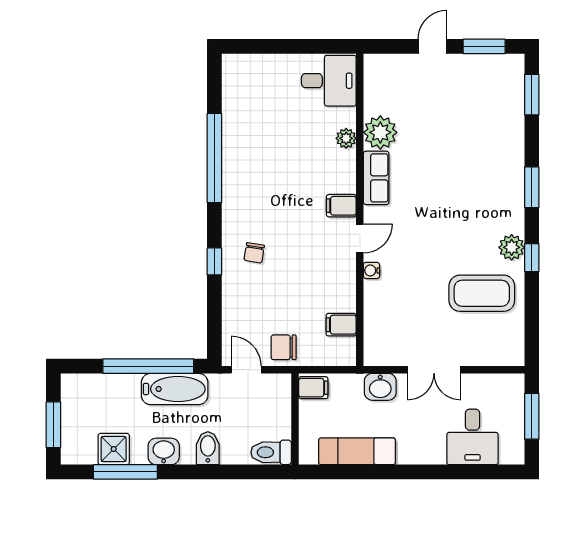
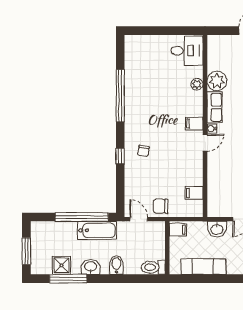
water cooler: (372, 270) -> (212, 129), moved

